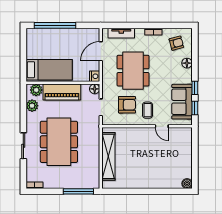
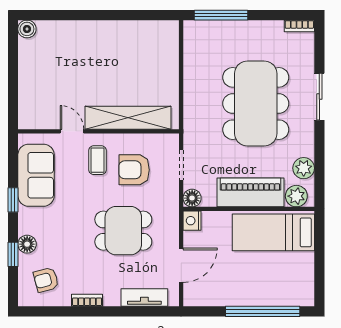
dining table: (133, 71) -> (123, 231), width x0.73
window: (195, 108) -> (13, 254), moved
shelving: (108, 156) -> (128, 118), moved, turned 90

